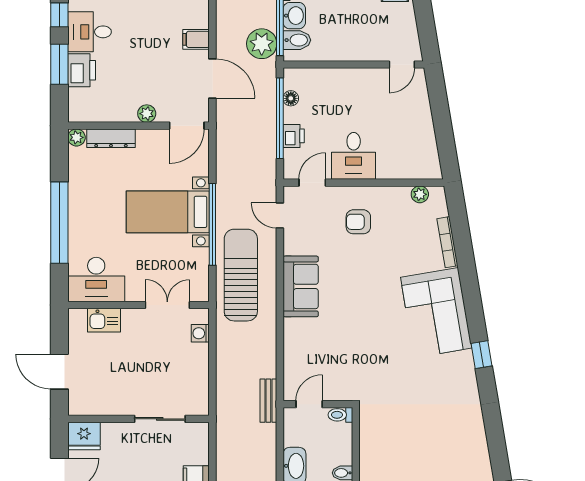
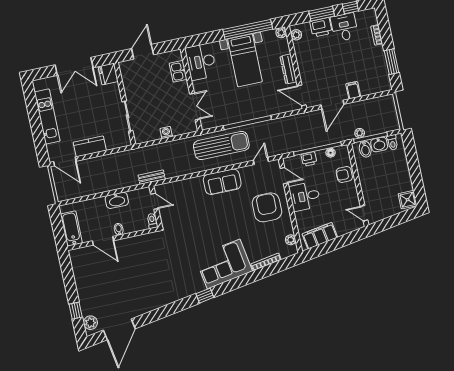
plant: (262, 44) -> (360, 133), width x0.53, depth x0.53
armchair: (331, 83) -> (344, 174), added
plant: (147, 114) -> (296, 35), moved
dresser: (111, 138) -> (288, 69), moved
filing cabinet: (423, 145) -> (320, 236), added
bed with nightstands: (168, 212) -> (245, 60), moved, turned 180
armchair: (358, 222) -> (267, 207), width x1.88, depth x1.88
window: (59, 223) -> (248, 29), moved
washing machine: (200, 333) -> (166, 133), moved

